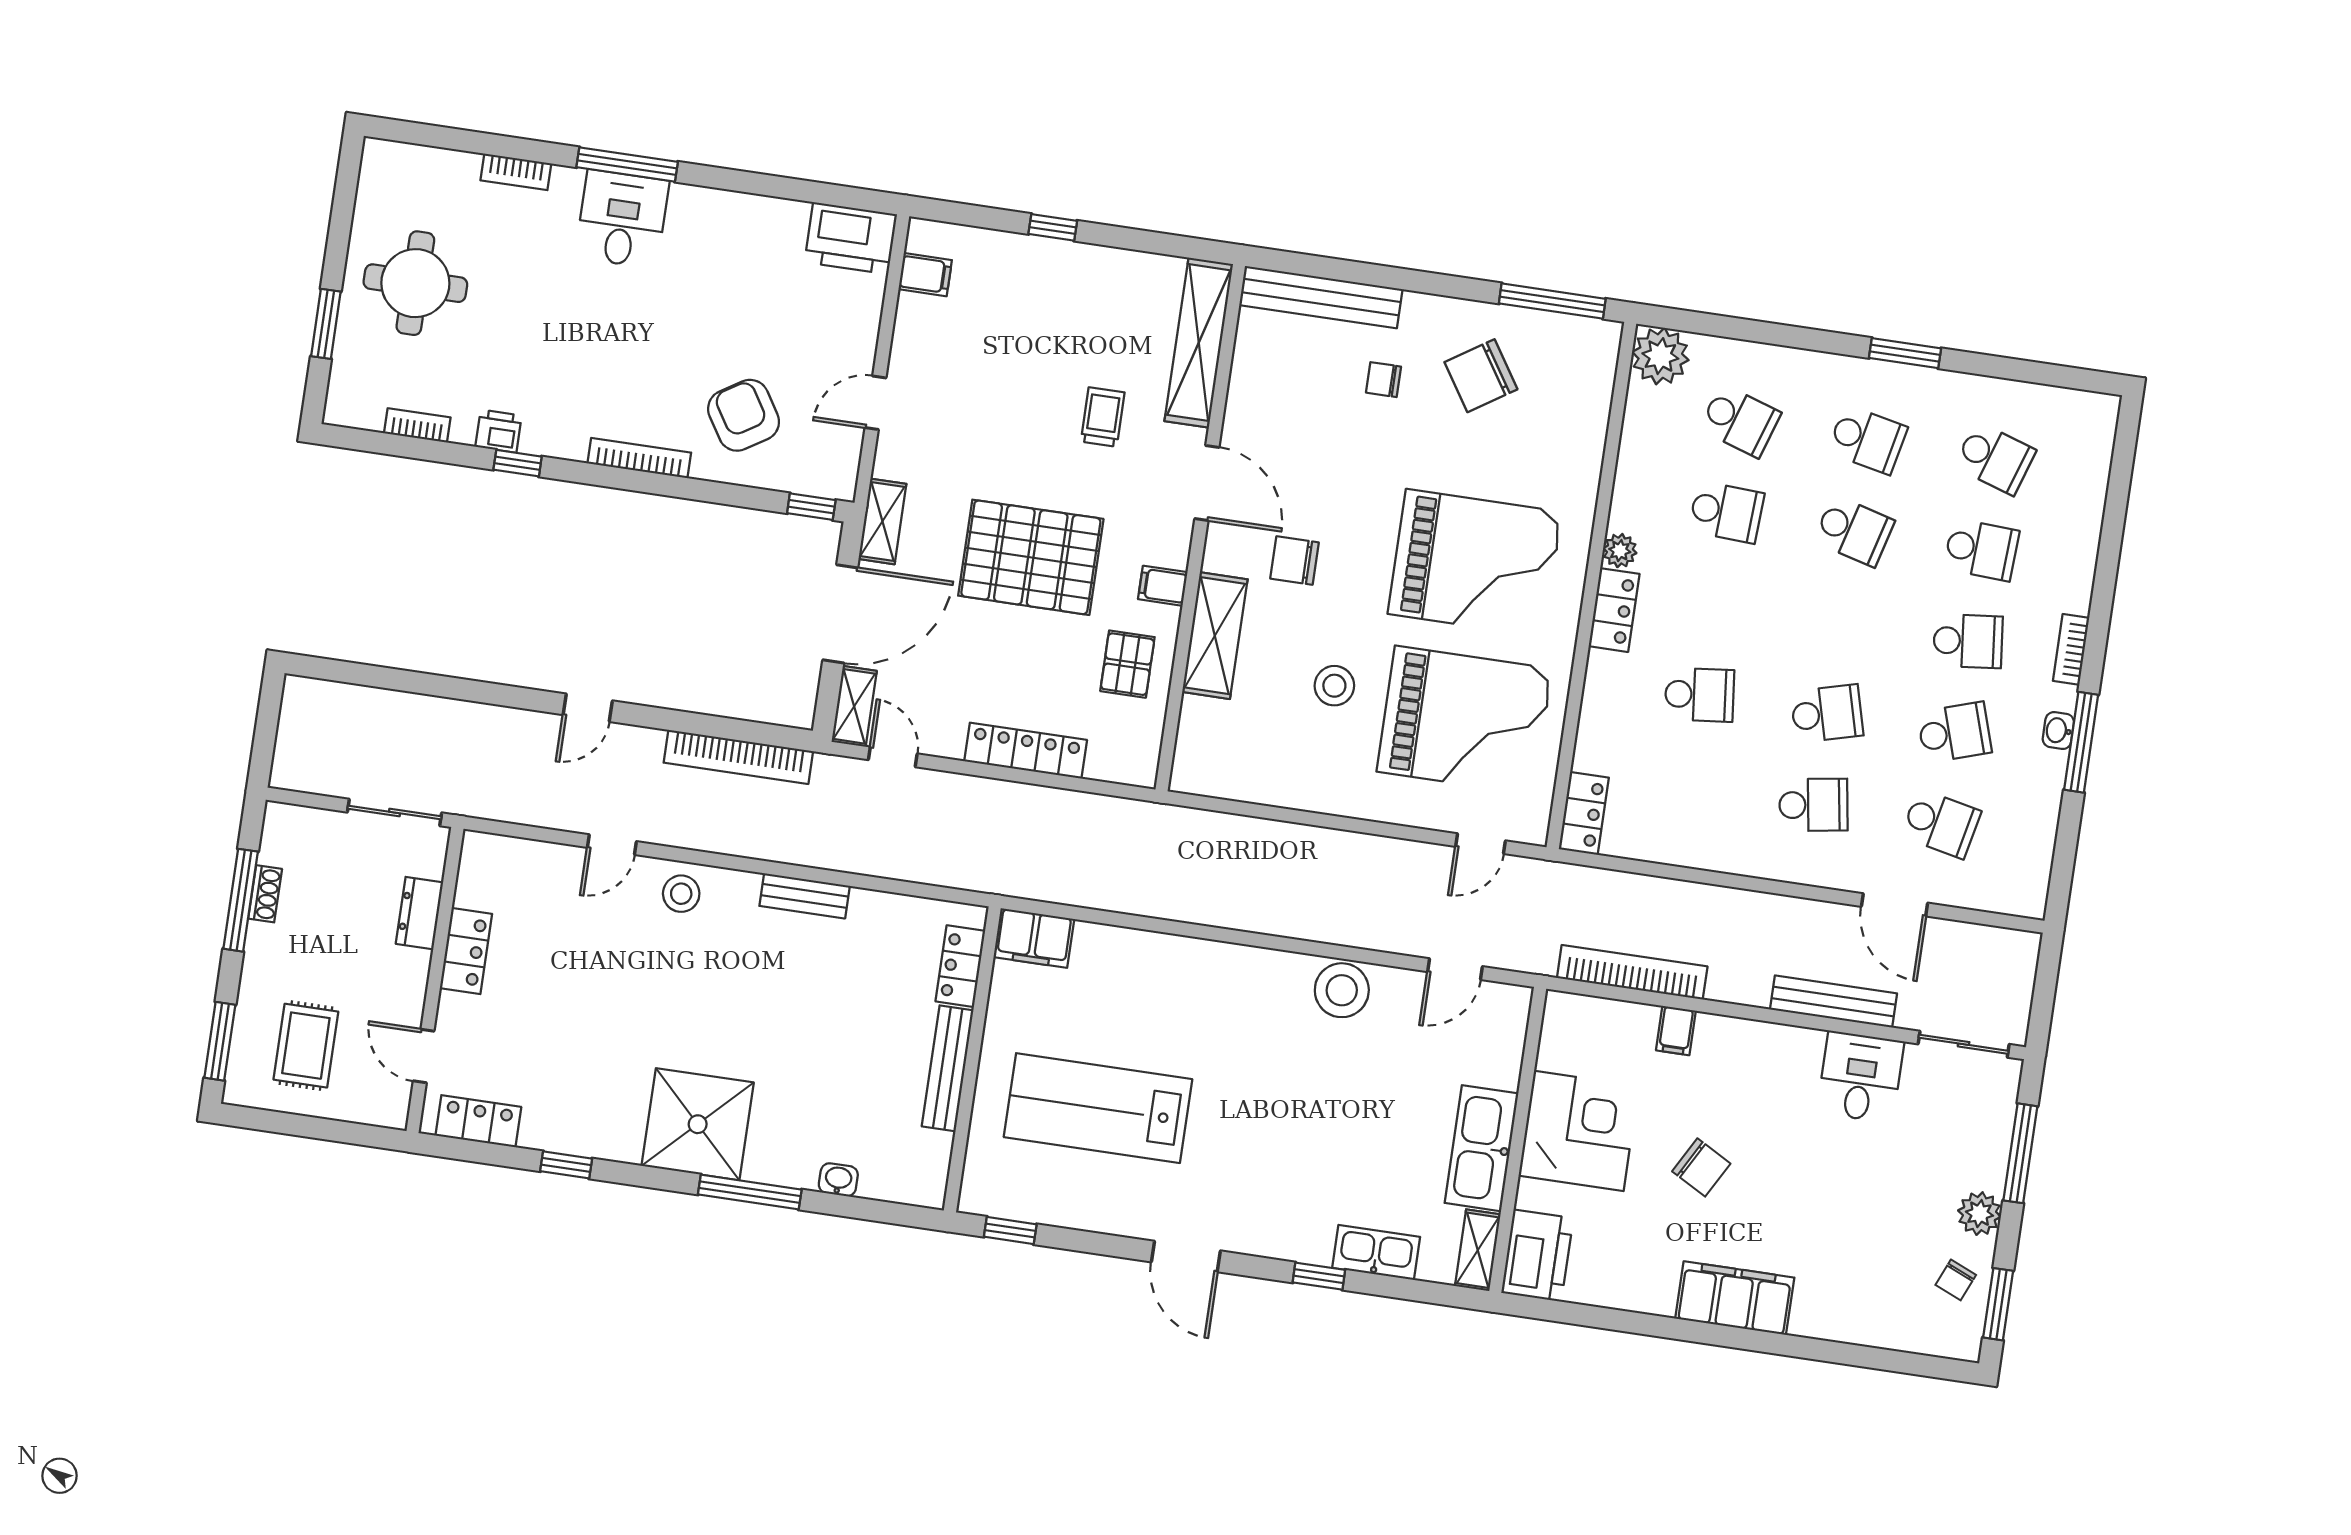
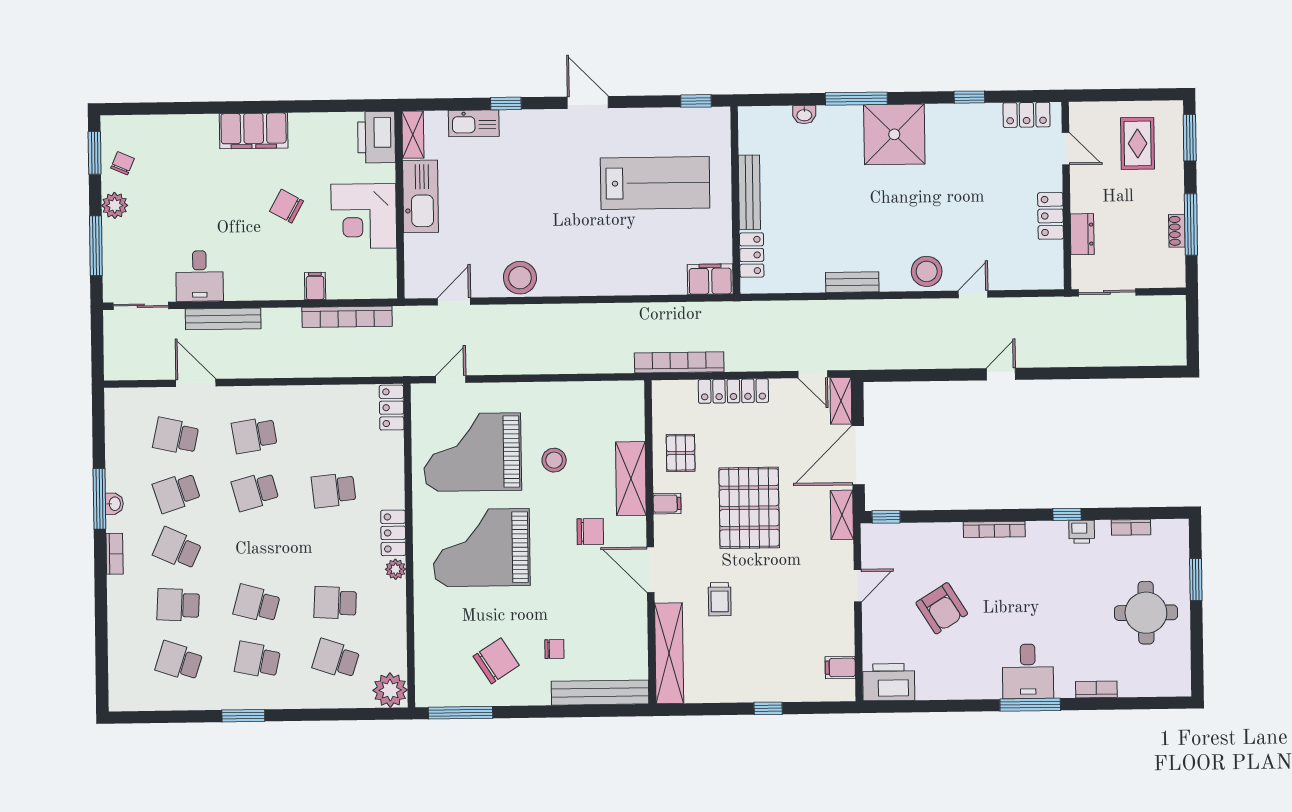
armchair: (744, 415) -> (942, 608), moved
pallet: (1031, 557) -> (749, 508), turned 90
school desk: (1968, 641) -> (177, 549), turned 30
bookcase: (738, 757) -> (679, 362), moved
stool: (681, 894) -> (927, 271), width x1.38, depth x1.38

